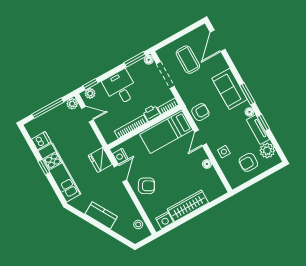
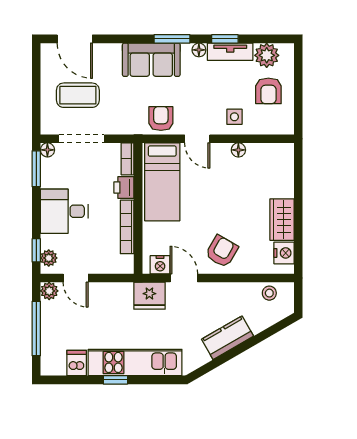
door: (87, 114) -> (76, 278), swing flipped
wardrobe: (188, 206) -> (282, 220), width x0.67

